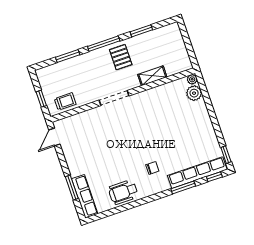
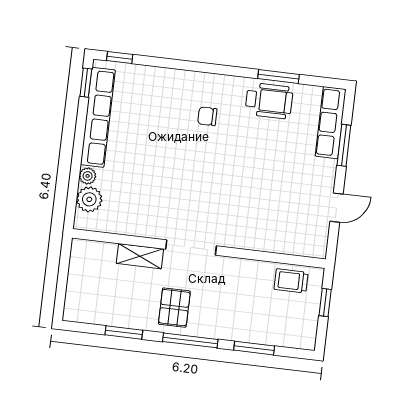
plant: (192, 79) -> (88, 176), moved
doorway: (114, 98) -> (191, 248), moved
door: (54, 137) -> (336, 208), moved
row of seats: (197, 173) -> (98, 117), moved, turned -90
window: (183, 187) -> (278, 77), moved

